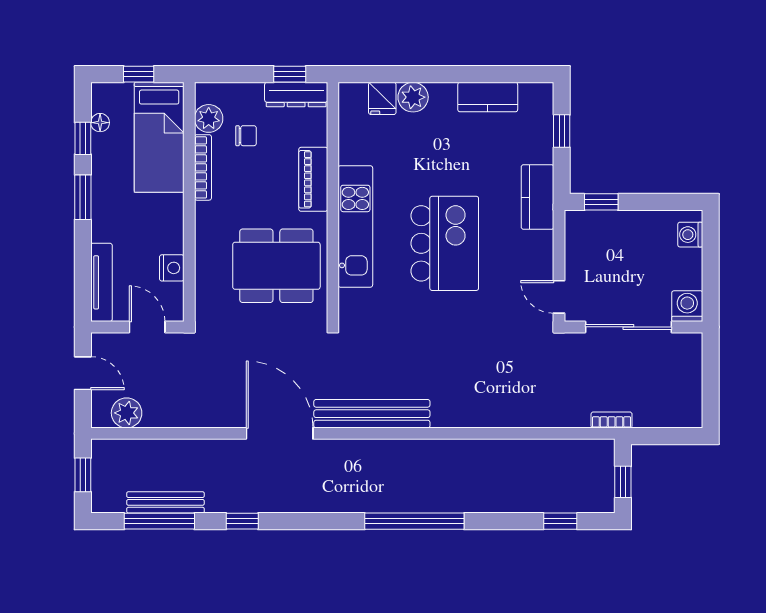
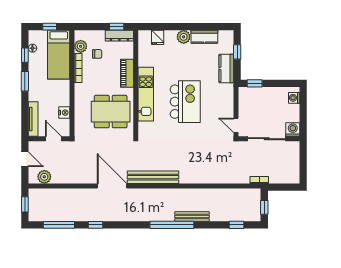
plant: (413, 97) -> (184, 37), moved
kitchen counter: (538, 197) -> (226, 68), moved
bench: (165, 502) -> (192, 217), moved

